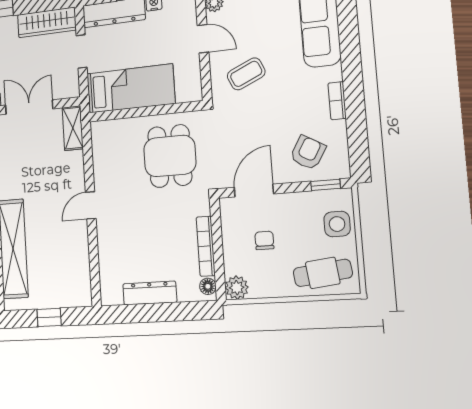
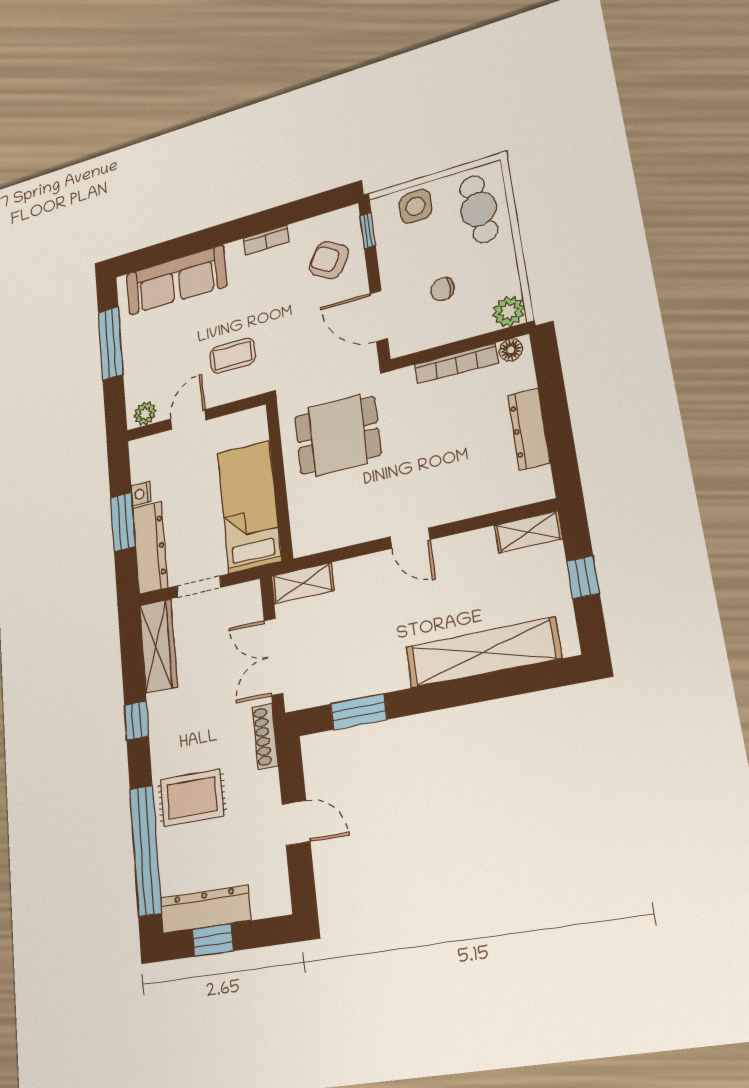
coffee table: (246, 74) -> (233, 356), turned -66
shelving: (82, 286) -> (528, 532), added

